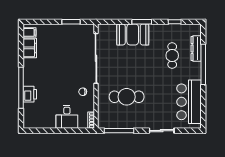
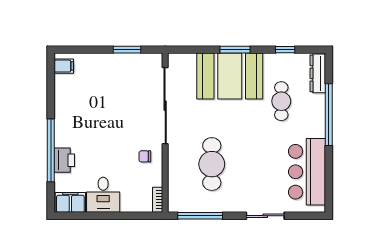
booth: (133, 34) -> (230, 76), width x1.36, depth x1.42
filing cabinet: (30, 48) -> (70, 202), moved, turned -90
dresser: (196, 49) -> (318, 73), moved
cafe table: (127, 97) -> (212, 164), turned 90
desk: (67, 117) -> (103, 195), moved

